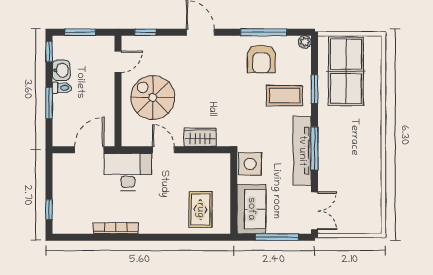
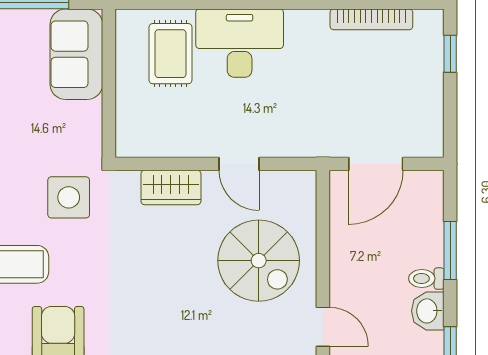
door: (118, 62) -> (323, 327), swing flipped
side table: (250, 164) -> (69, 197), moved
desk: (128, 172) -> (240, 43), moved, turned 180
bookcase: (116, 228) -> (371, 19), moved

